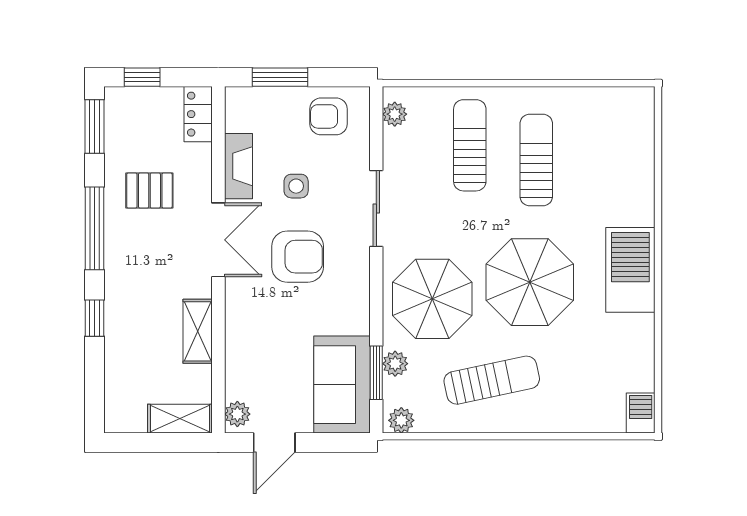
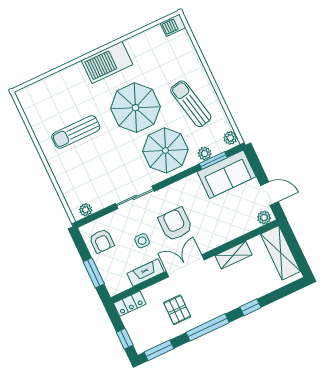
sun lounger: (470, 145) -> (84, 167), removed
shelving: (180, 419) -> (281, 253), width x1.50, depth x1.33

